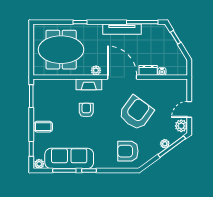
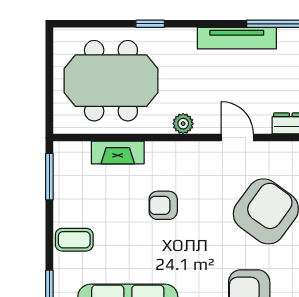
door: (122, 77) -> (237, 138), width x0.53
fireplace: (89, 84) -> (118, 152), moved
armchair: (86, 110) -> (163, 205), turned -90

